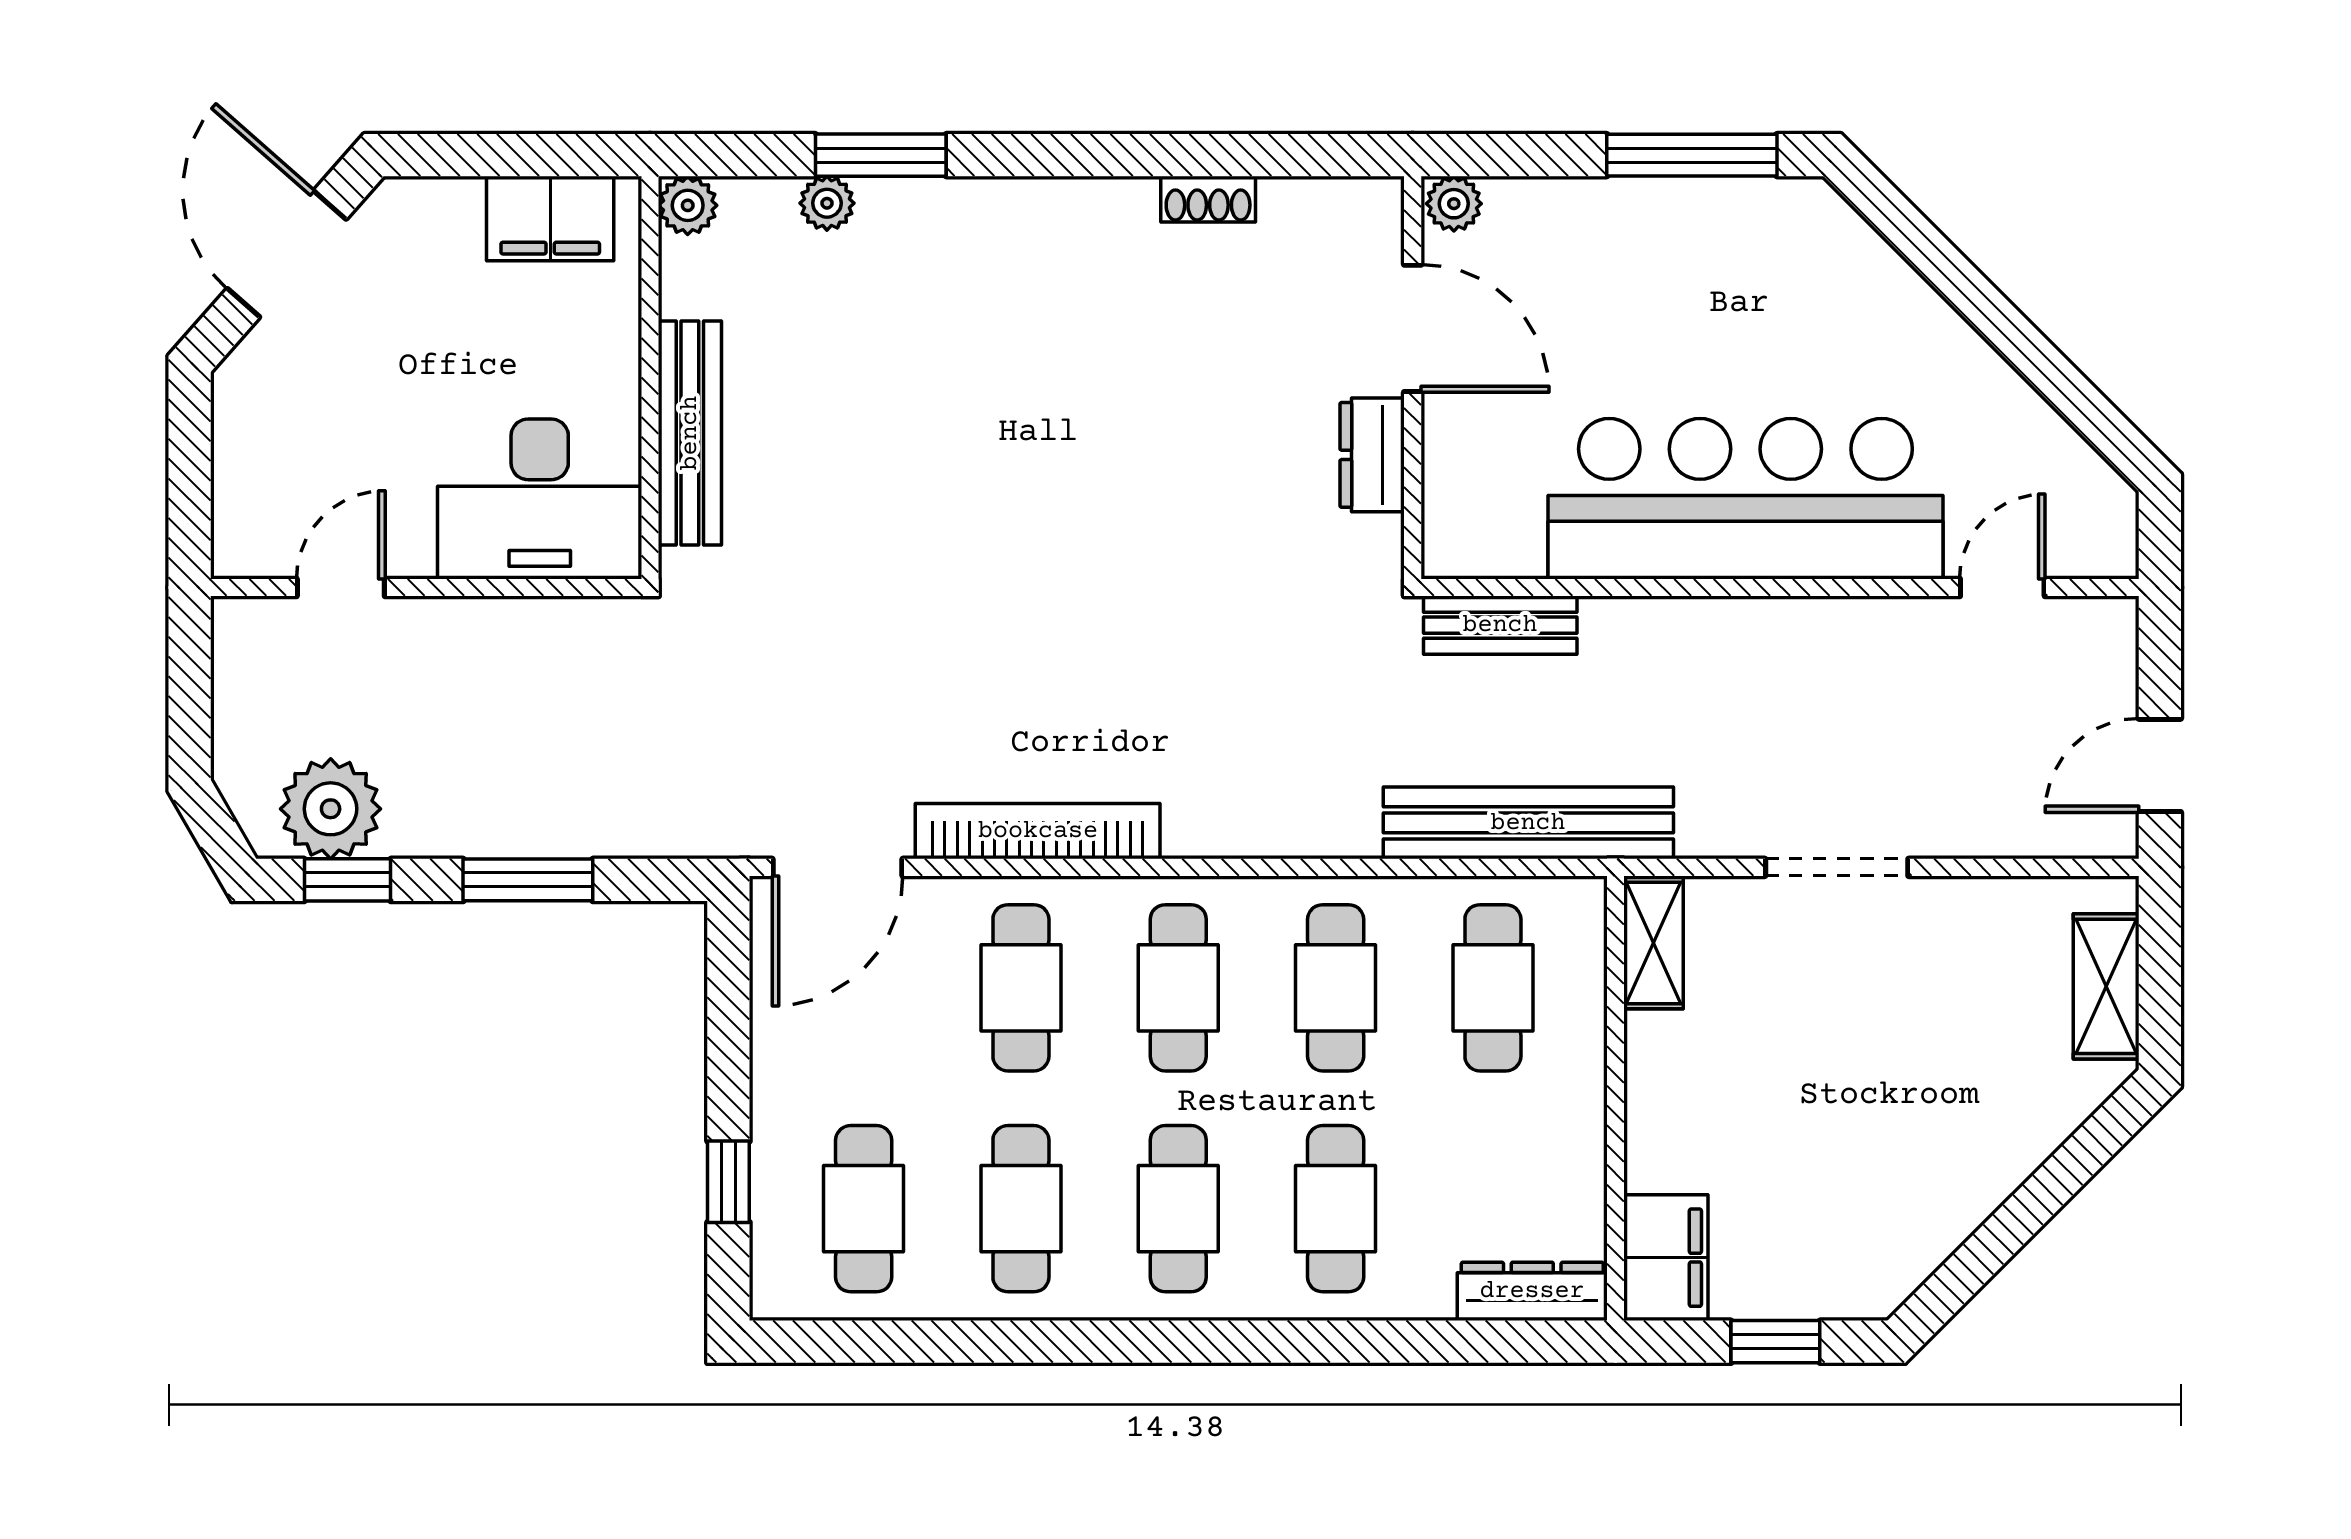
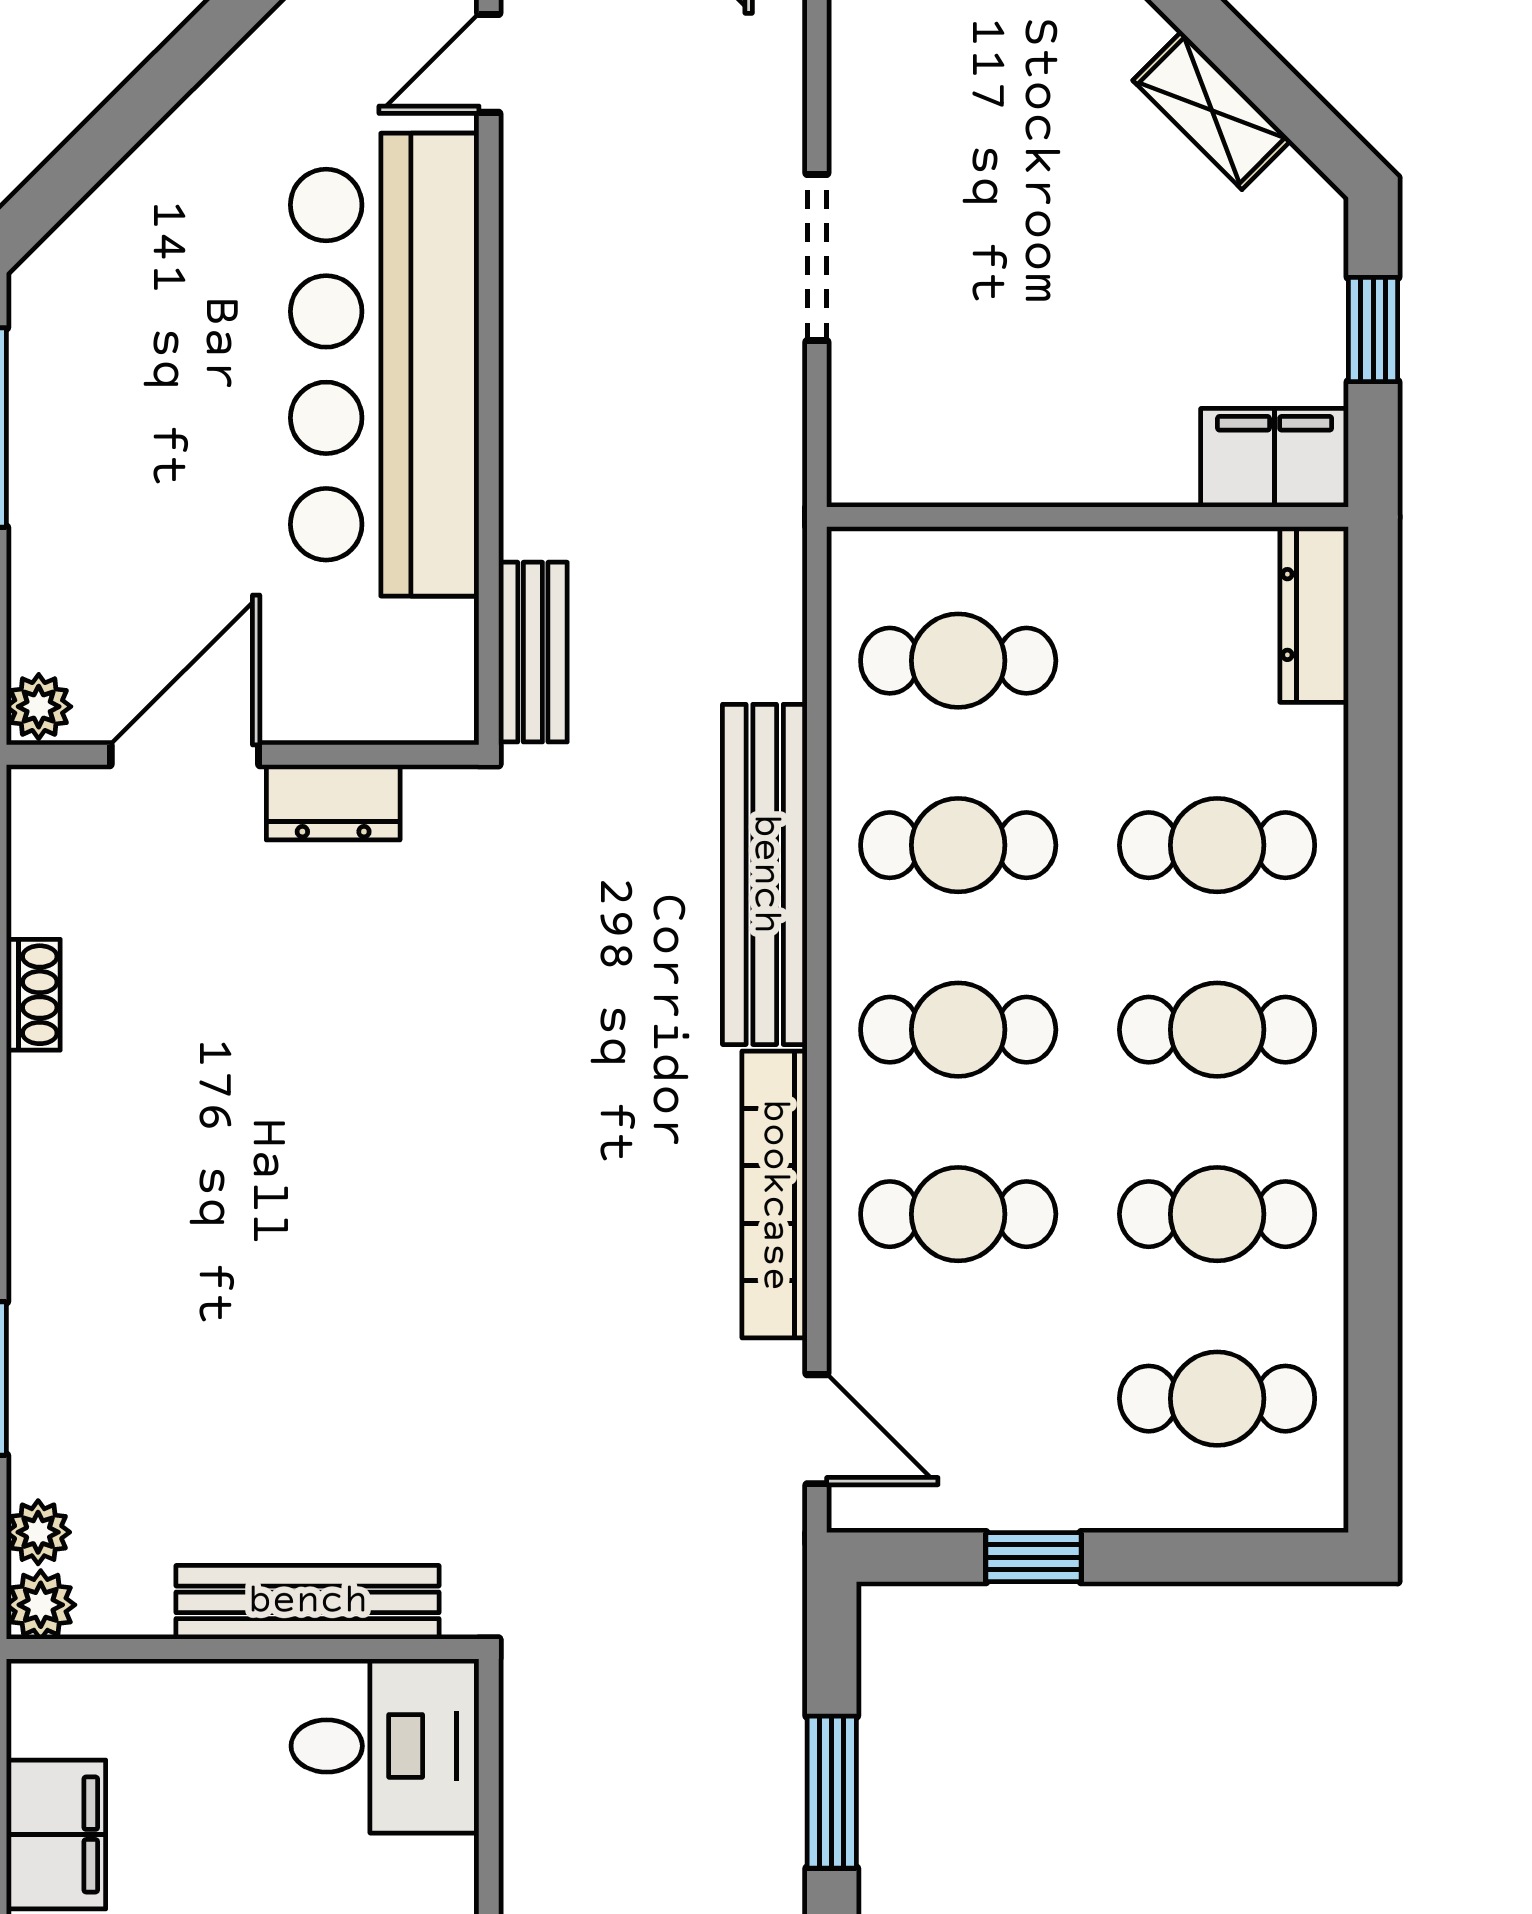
plant: (827, 203) -> (38, 1532), moved
filing cabinet: (550, 218) -> (56, 1834), moved
desk: (540, 499) -> (385, 1746), width x0.73
door: (2002, 588) -> (489, 63), hinge flipped
bench: (1528, 823) -> (765, 874), moved
door: (838, 867) -> (817, 1429), width x0.73
shelving: (1654, 943) -> (1212, 110), moved, turned 45
window: (728, 1182) -> (1033, 1557), moved

